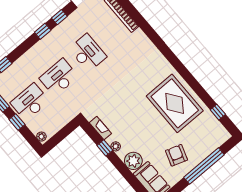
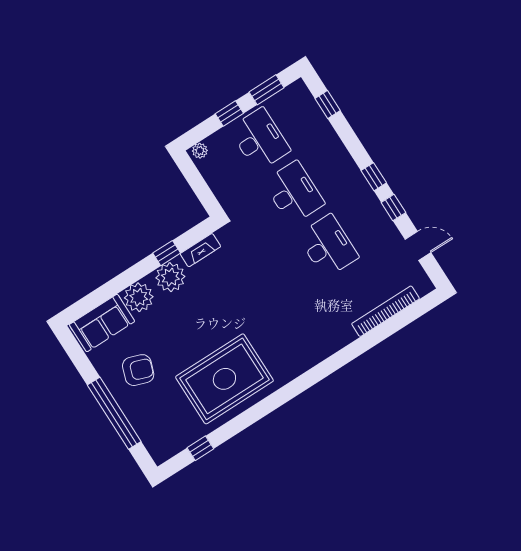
desk: (88, 53) -> (328, 246), turned -90
plant: (116, 146) -> (170, 277), width x1.87, depth x1.87

